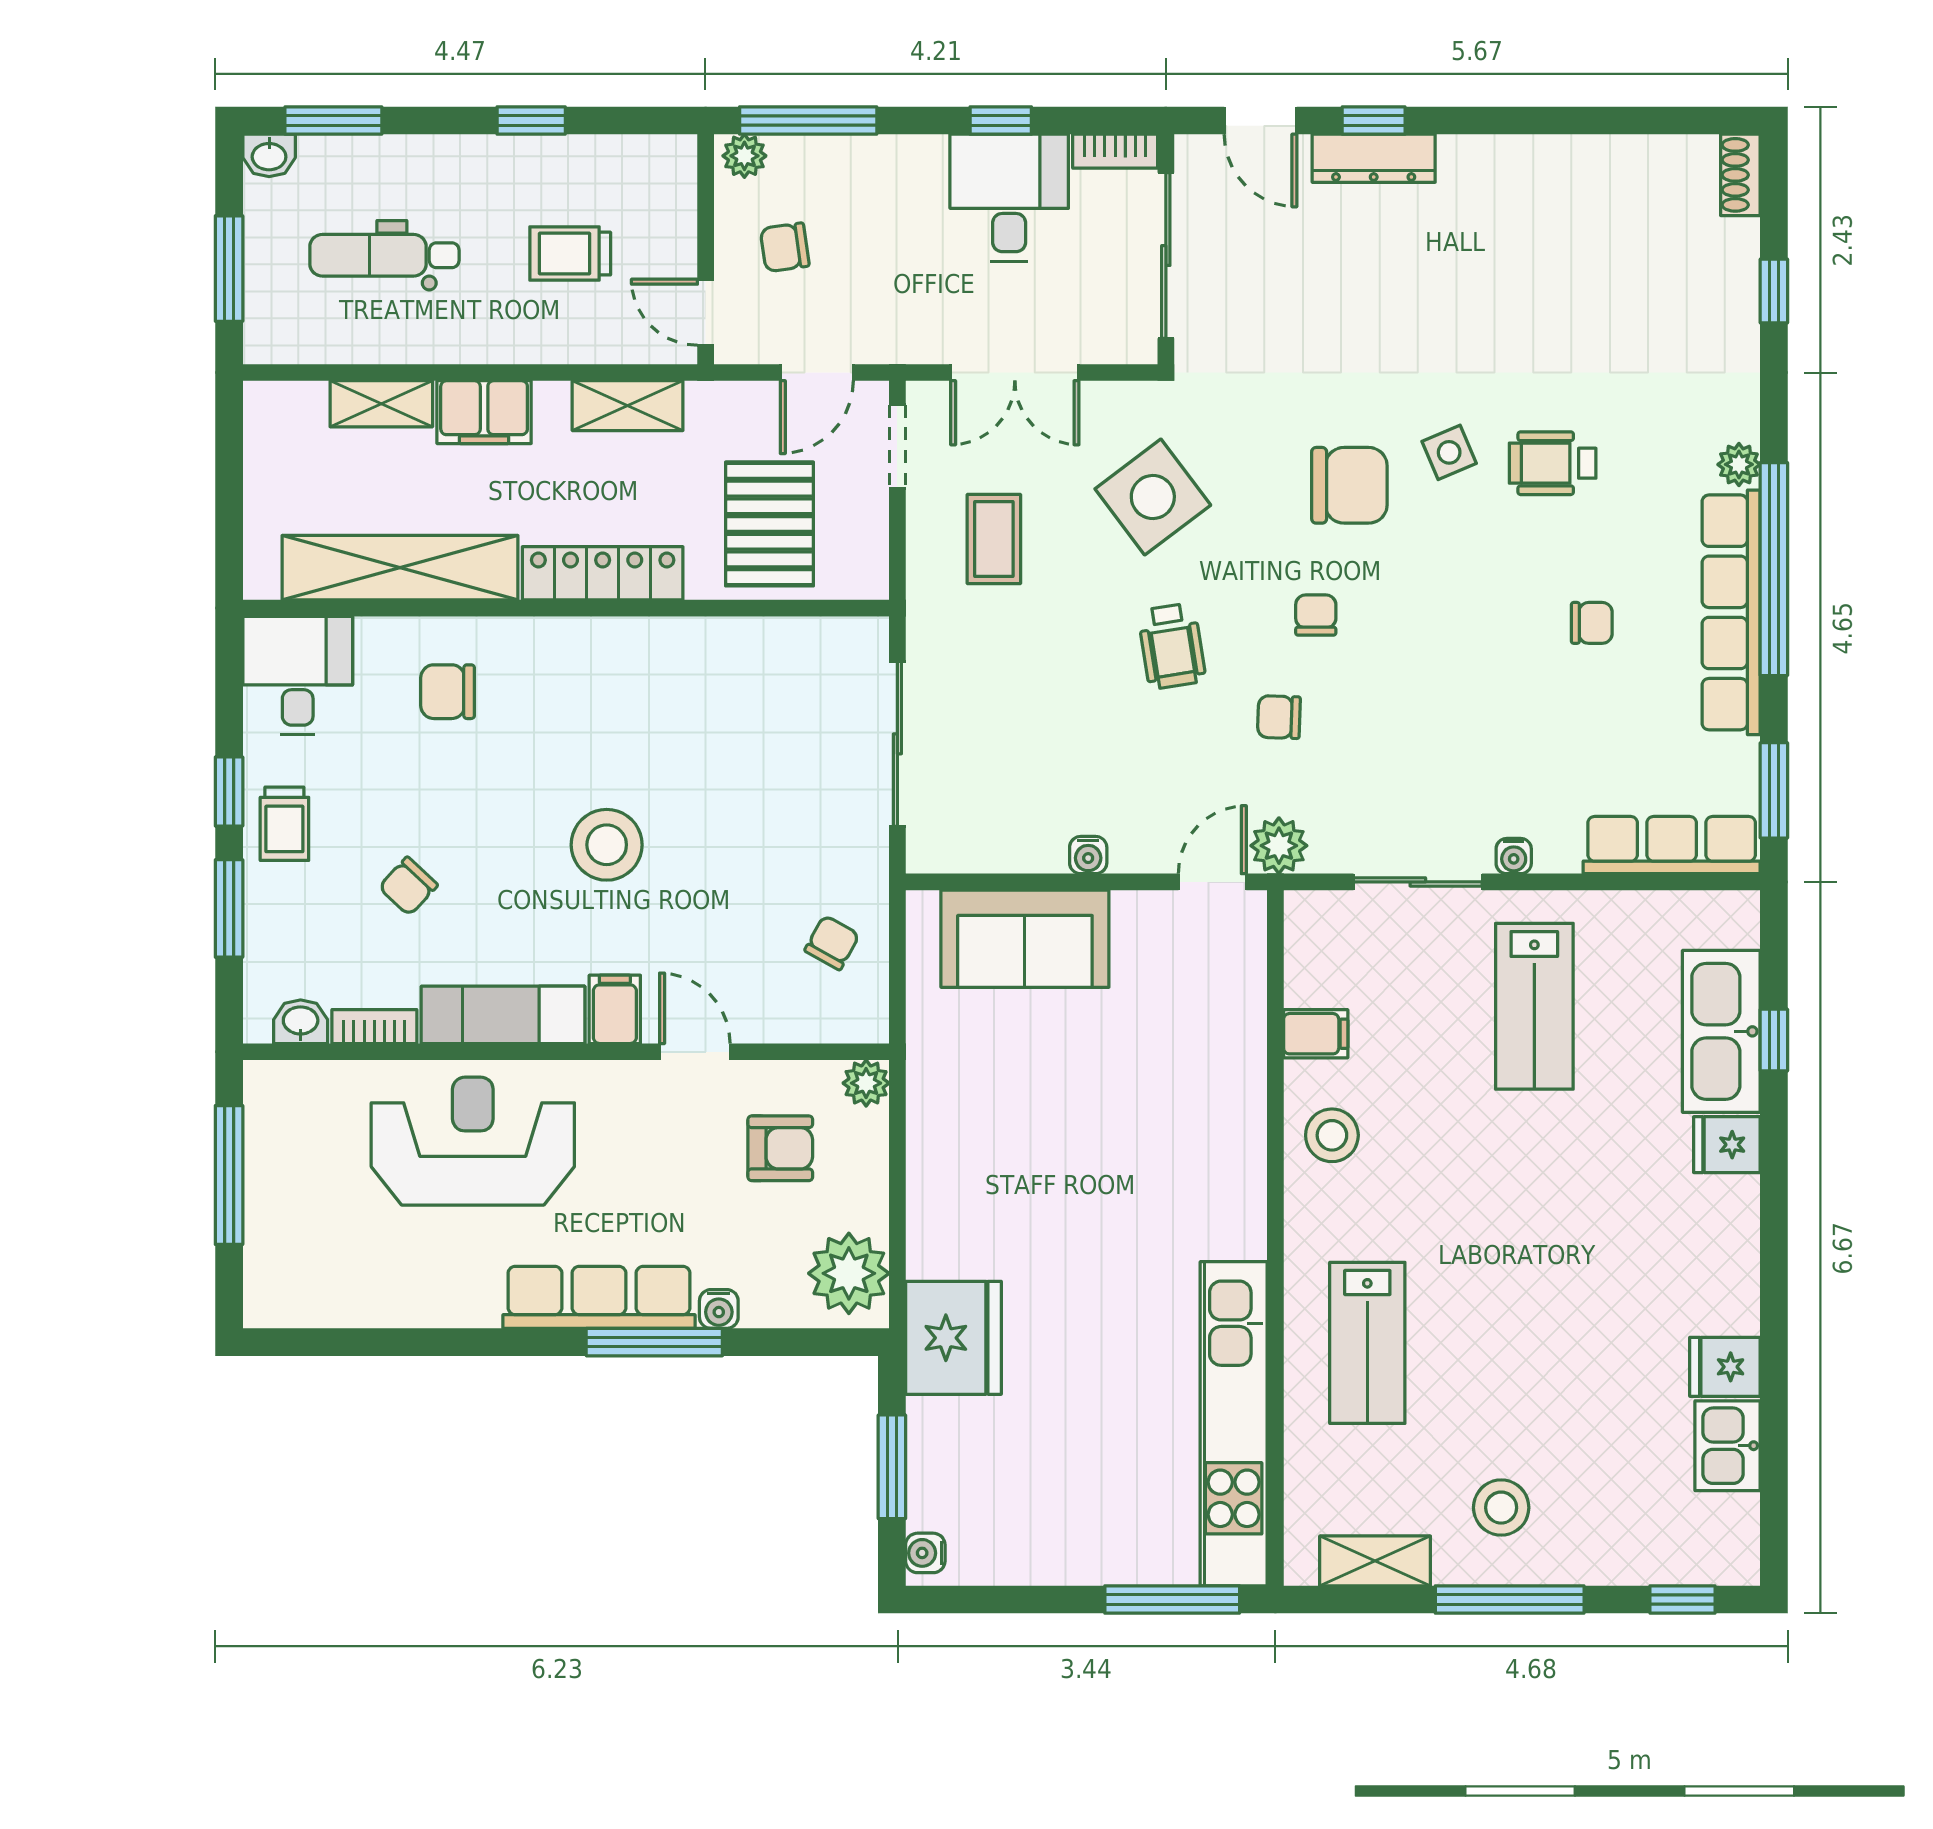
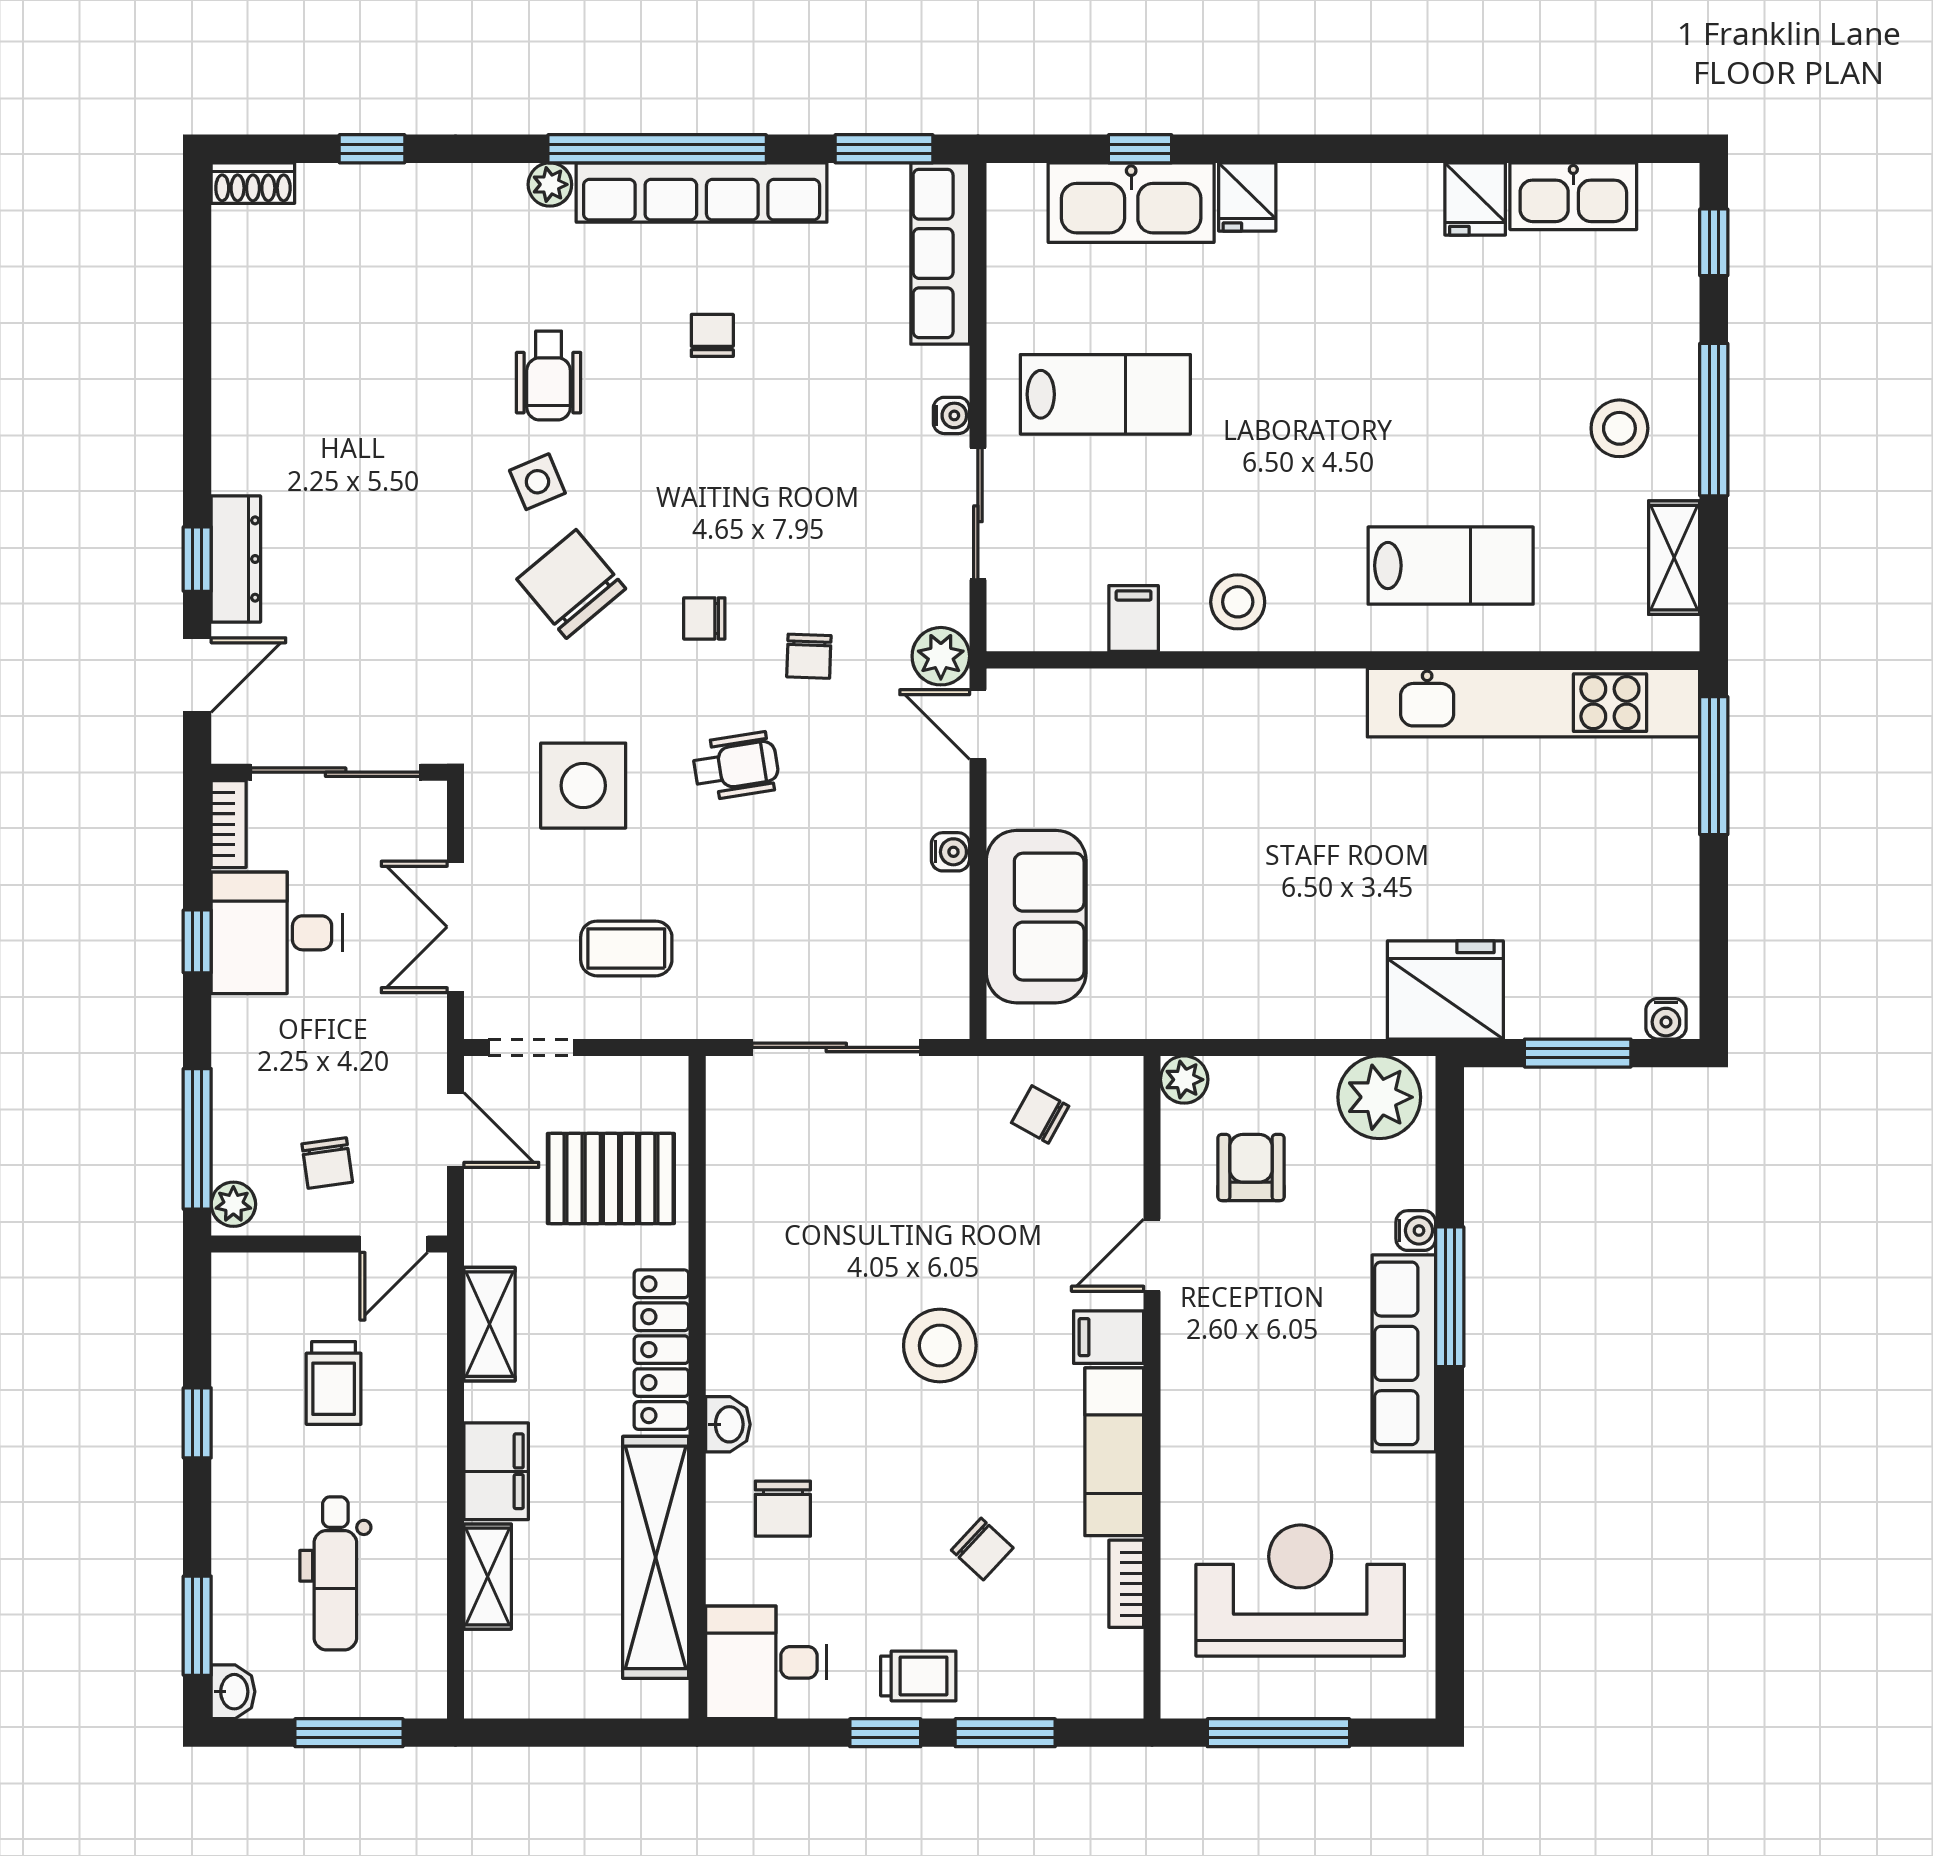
double door: (1015, 372) -> (456, 927), swing flipped
chair: (1349, 485) -> (571, 584), turned -40
side table: (1153, 497) -> (583, 786), turned 37
washbasin: (301, 1022) -> (728, 1424), moved, turned 180
reception desk: (473, 1141) -> (1300, 1591), moved, turned 90
kitchen sink: (1728, 1446) -> (1573, 196), width x1.38

